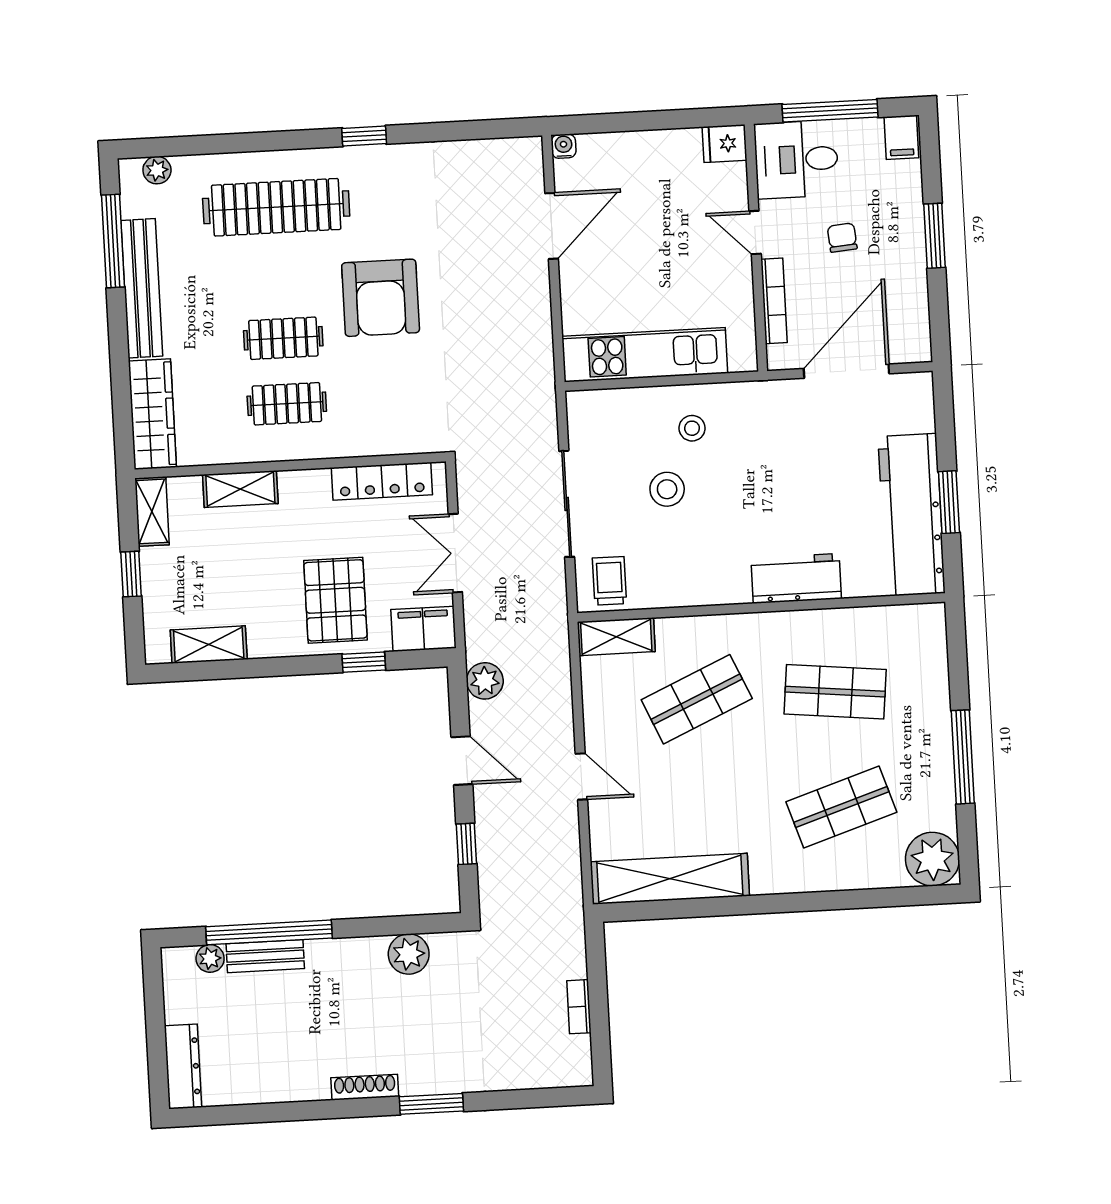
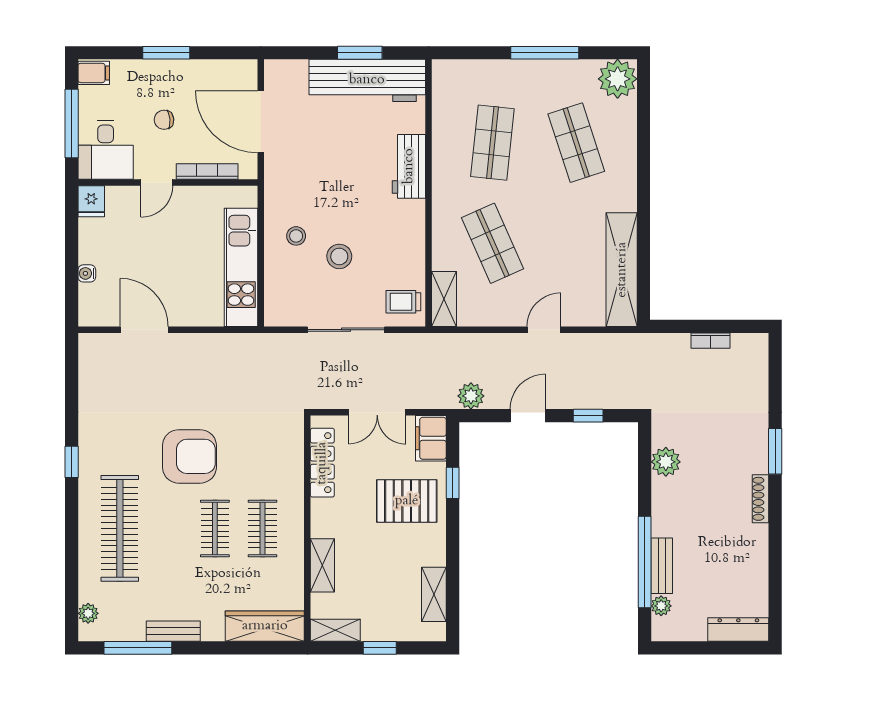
water cooler: (564, 146) -> (87, 273), moved
bench: (142, 288) -> (173, 631), width x0.54, depth x0.82

